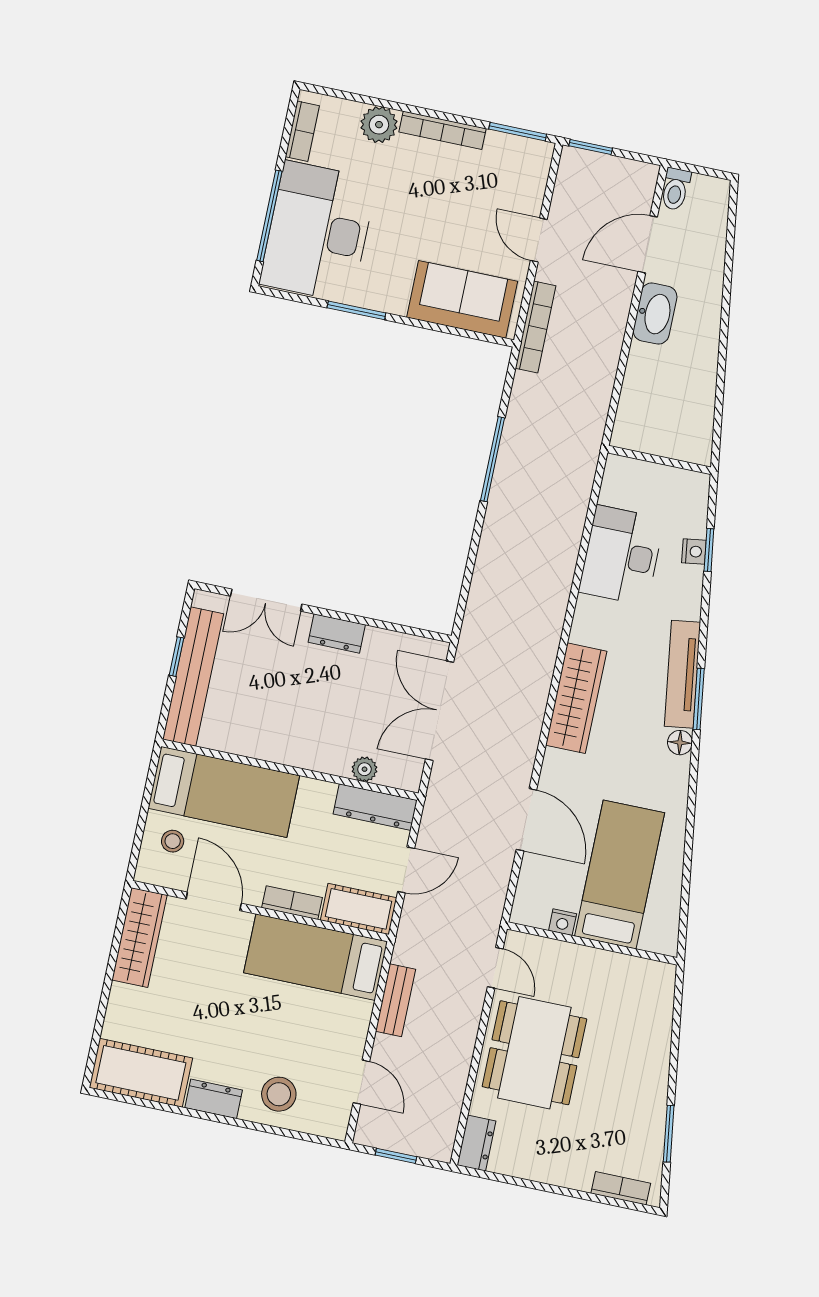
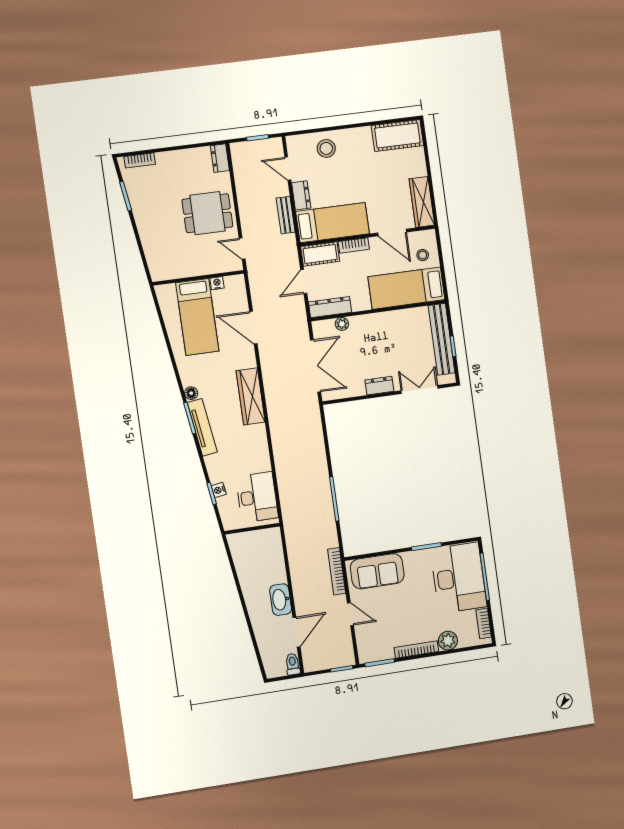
desk: (622, 555) -> (257, 497), moved
dining table: (534, 1053) -> (207, 213), width x0.73
dresser: (214, 1099) -> (301, 195), moved, turned -90

